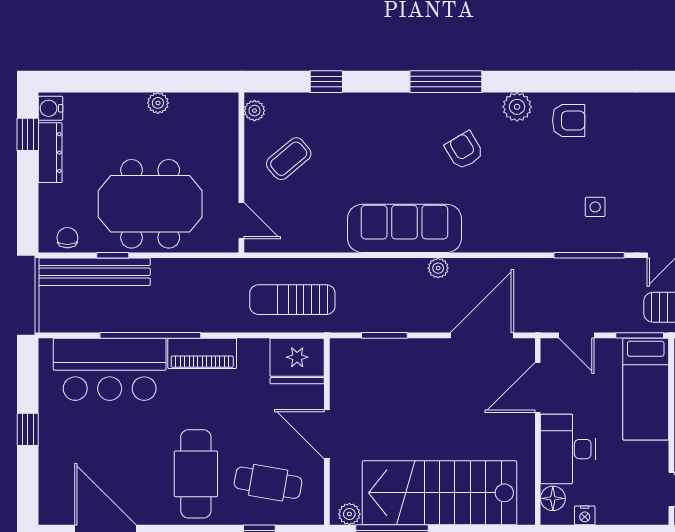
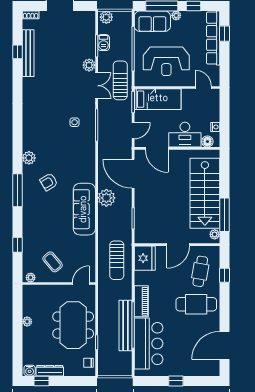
armchair: (569, 120) -> (35, 134), removed
plant: (438, 268) -> (106, 198), width x1.87, depth x1.87
bench: (94, 272) -> (126, 326), moved

